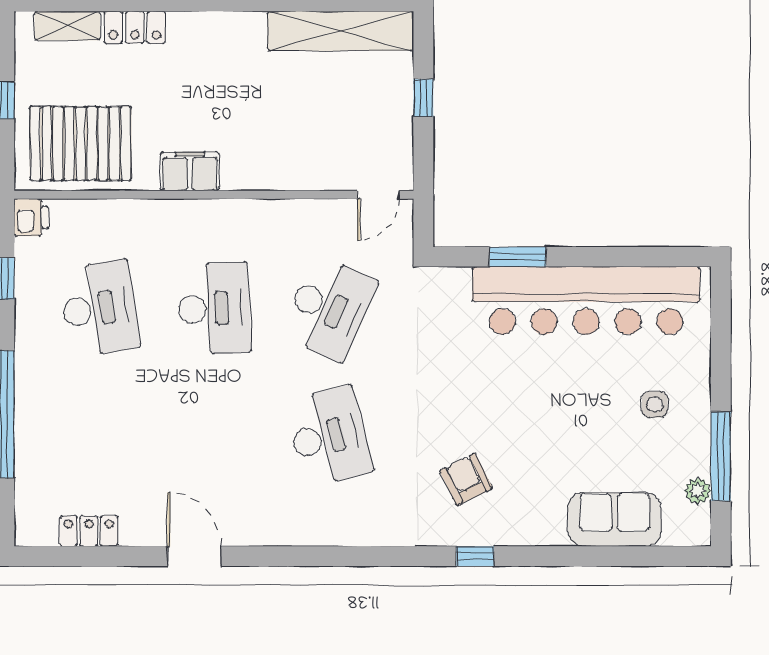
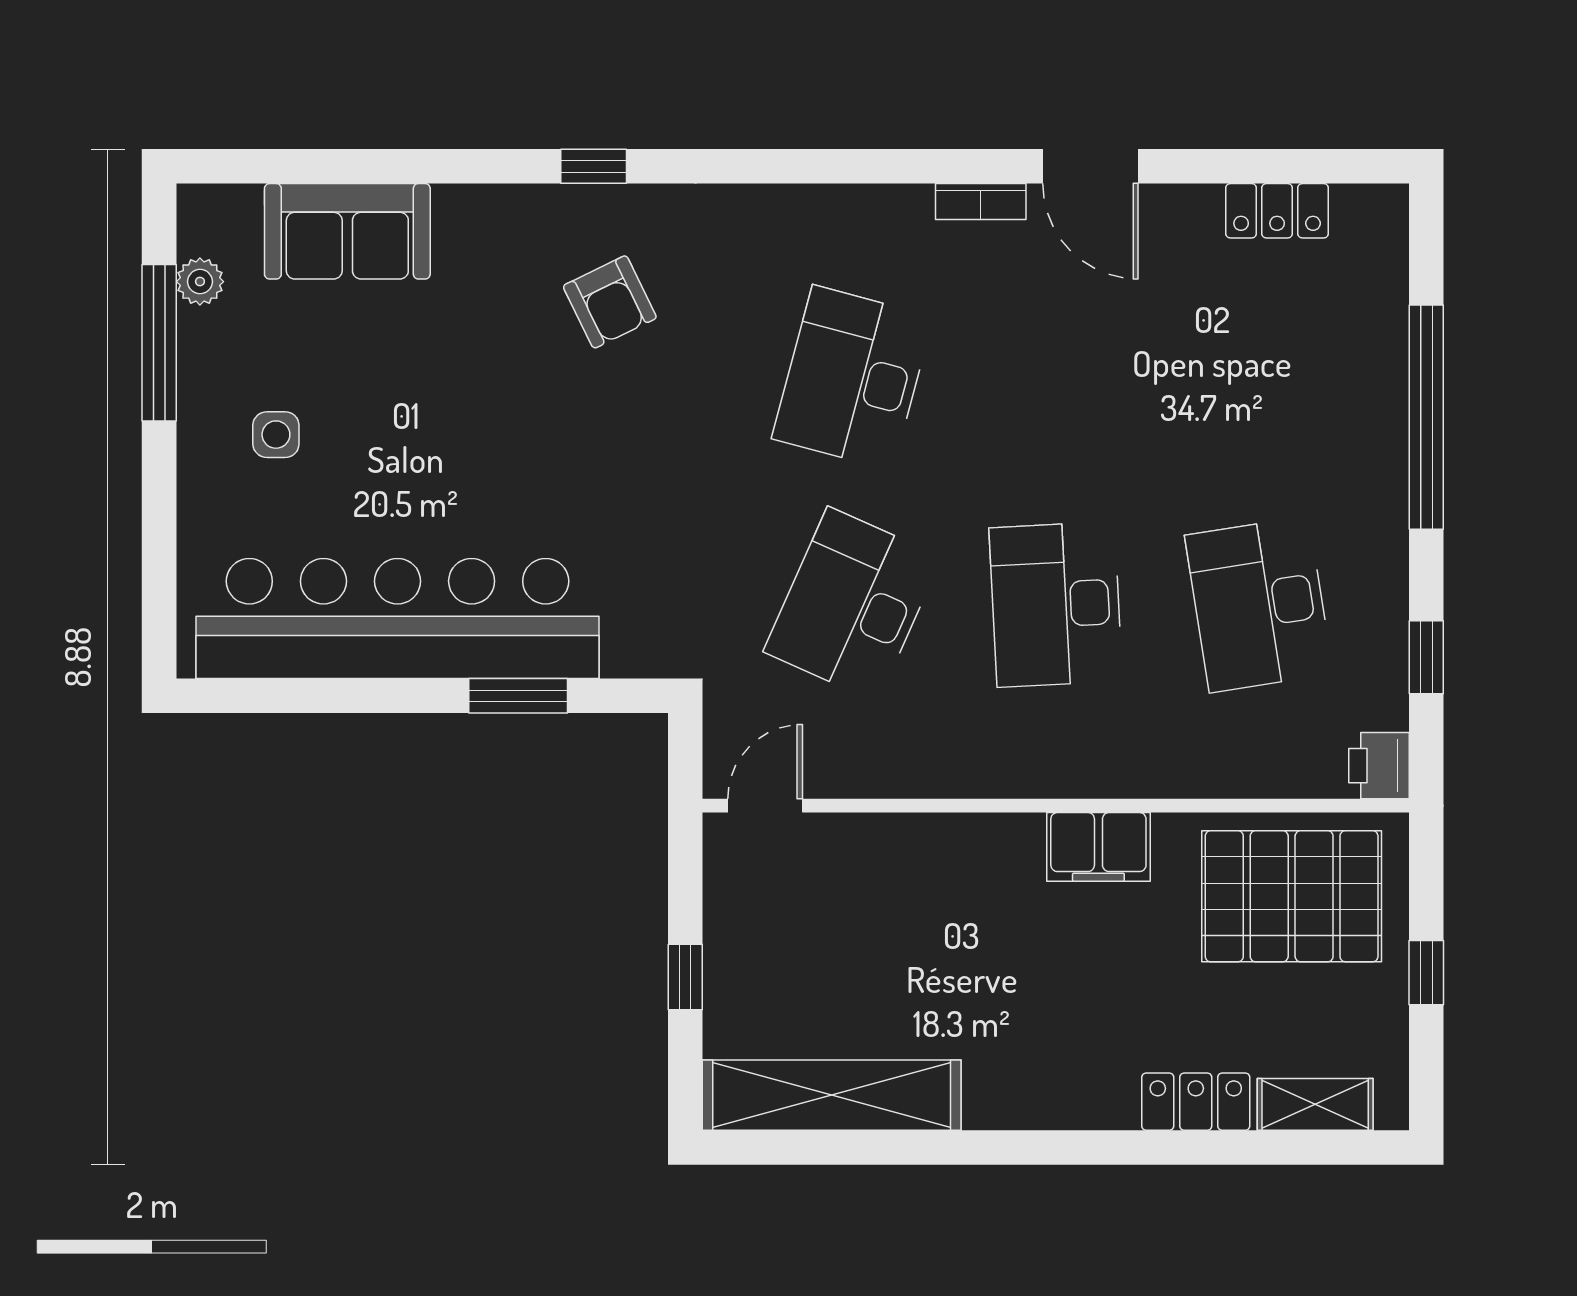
desk: (329, 437) -> (853, 378), turned 30
bookcase: (256, 536) -> (981, 201), added

